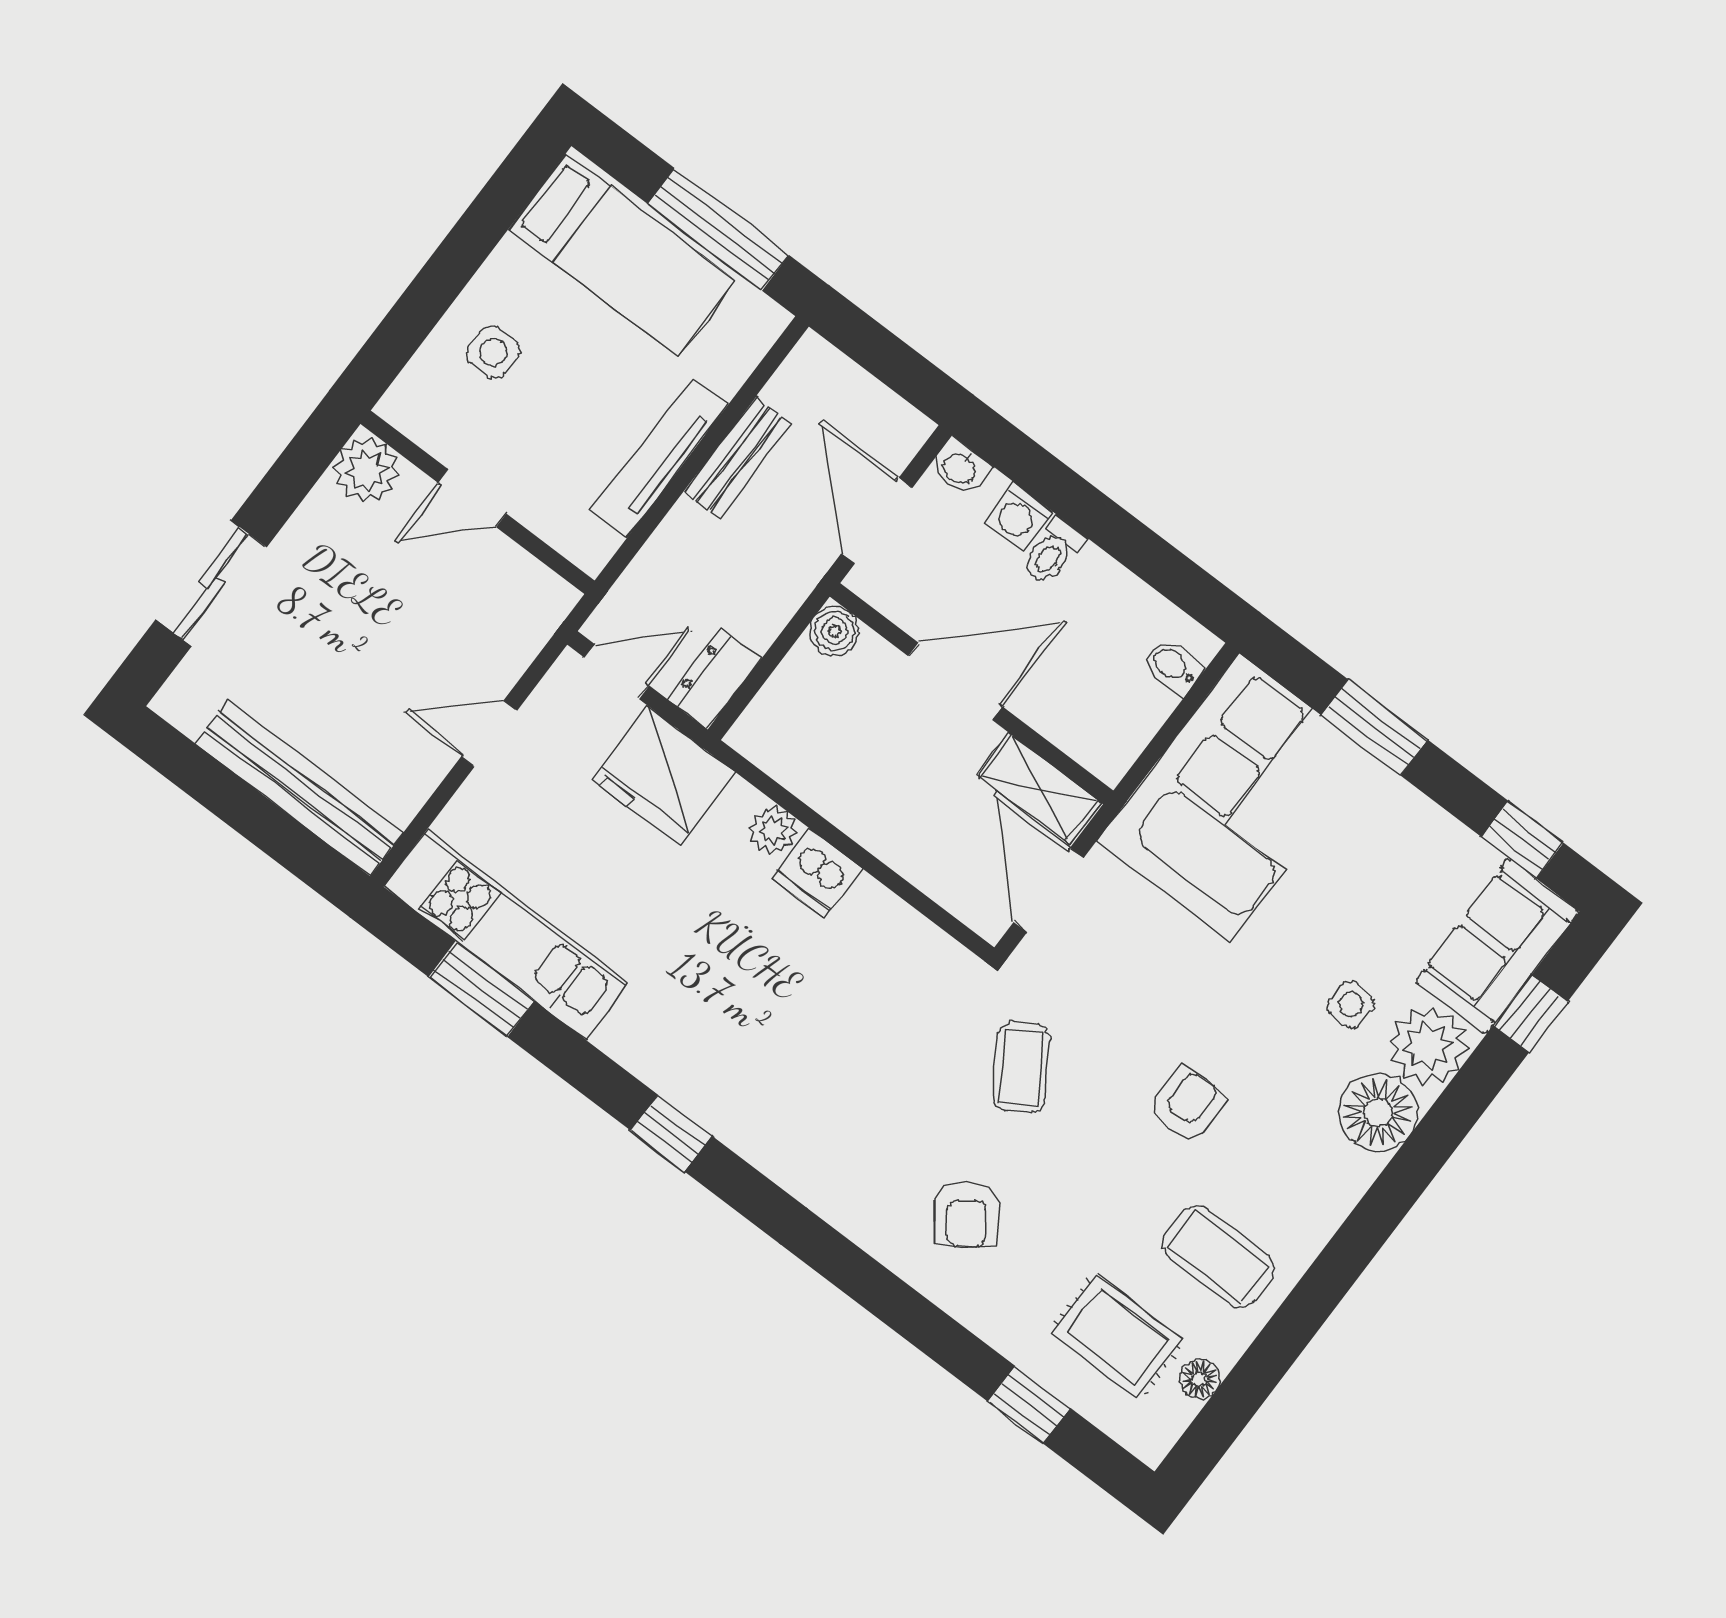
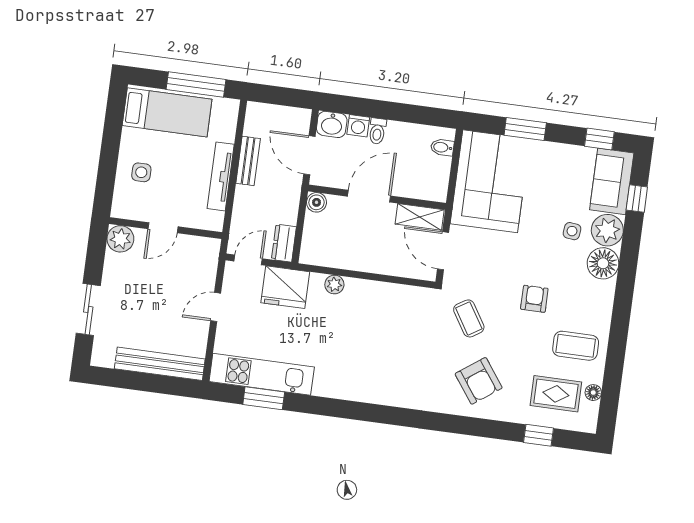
washbasin: (960, 468) -> (332, 124), width x1.38, depth x1.45
dishwasher: (817, 873) -> (358, 291), removed
window: (671, 1133) -> (359, 411), removed
armchair: (966, 1214) -> (479, 381), width x1.38, depth x1.38

